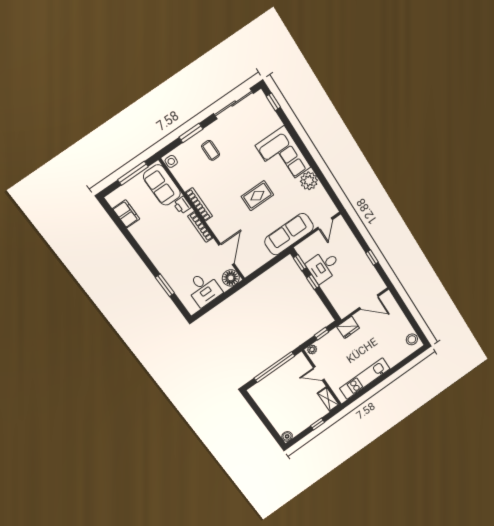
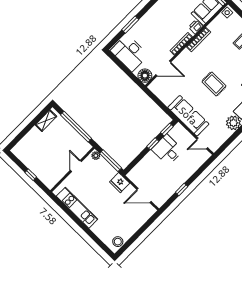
desk: (204, 289) -> (129, 53), width x1.37
door: (369, 302) -> (144, 196), hinge flipped
window: (321, 334) -> (111, 161), width x2.17
shelving: (328, 399) -> (46, 121), moved
boiler: (287, 436) -> (16, 150), removed

